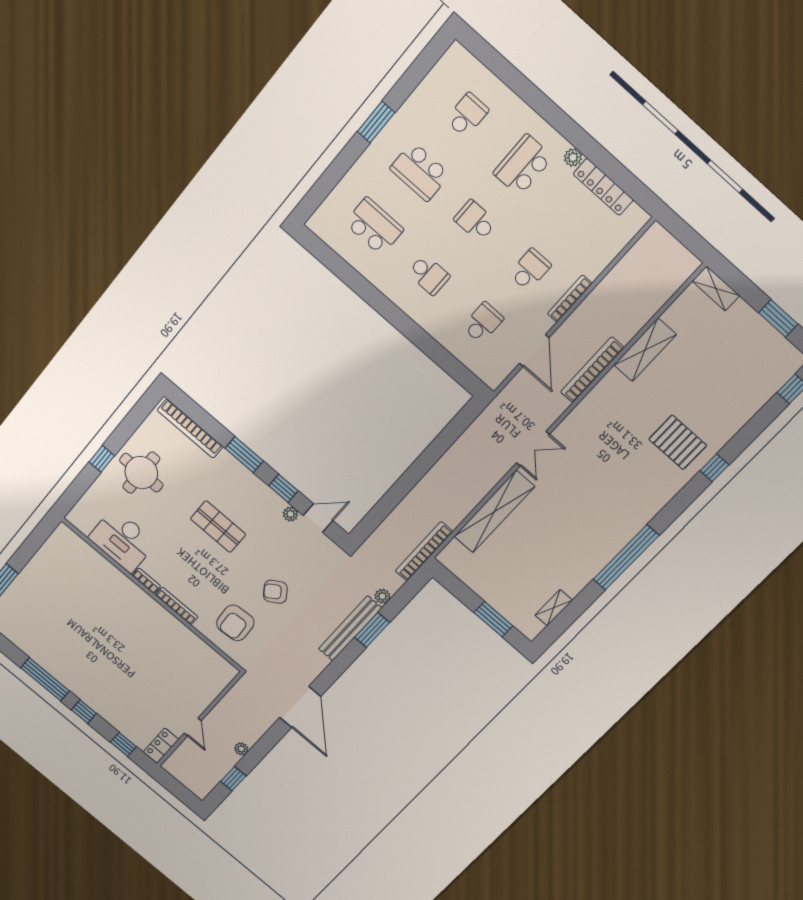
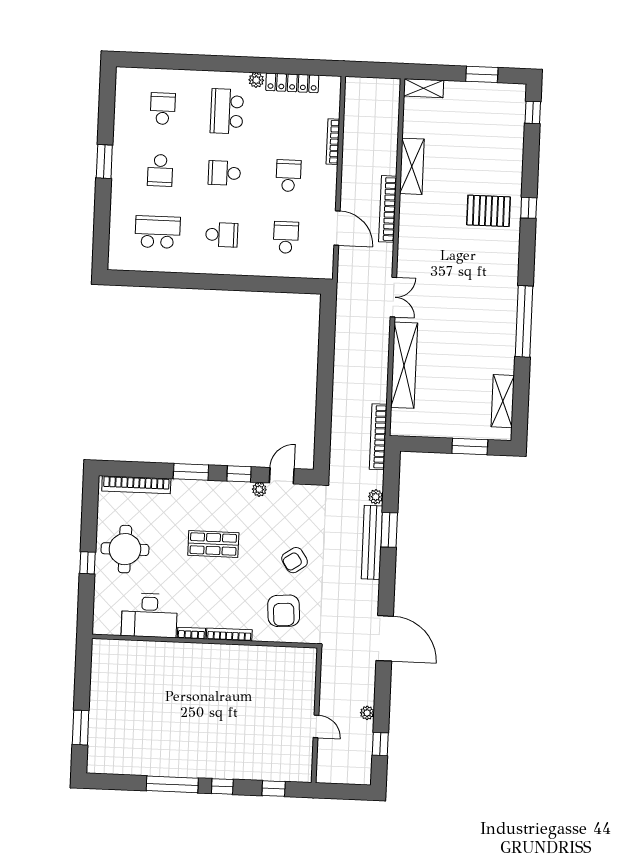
school desk: (420, 171) -> (160, 170), width x0.54
bookcase: (570, 299) -> (333, 142), moved
shelving: (554, 608) -> (503, 401), width x1.50, depth x1.33
locker: (161, 746) -> (303, 764), removed

